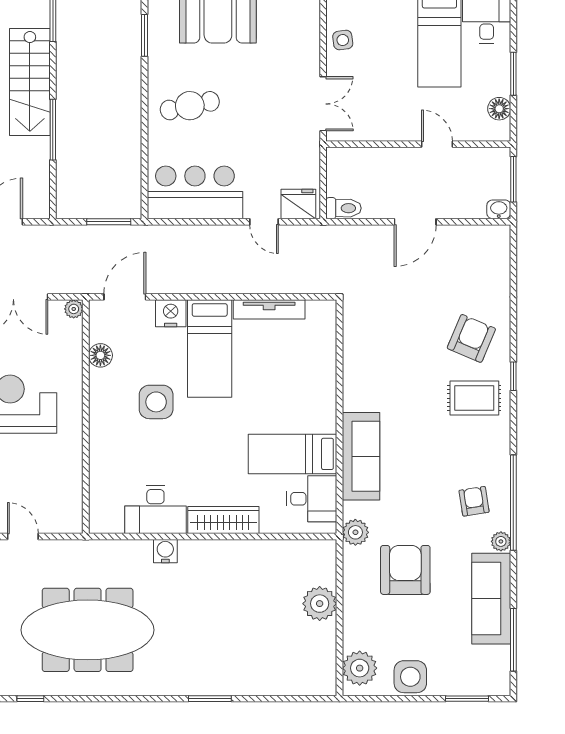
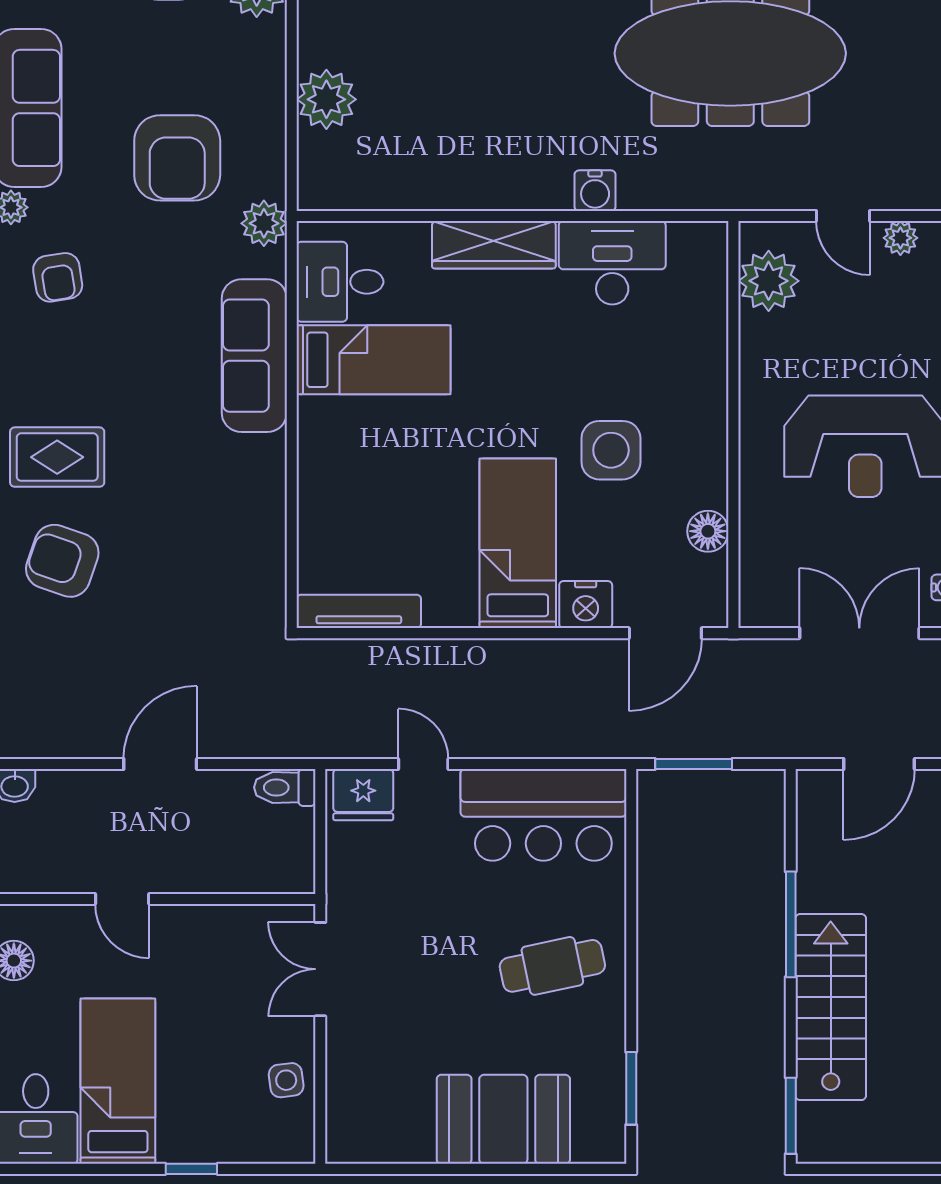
plant: (74, 309) -> (769, 281), moved, width x1.88, depth x1.88
tv unit: (269, 309) -> (359, 611), moved
armchair: (471, 338) -> (62, 561), turned 86

